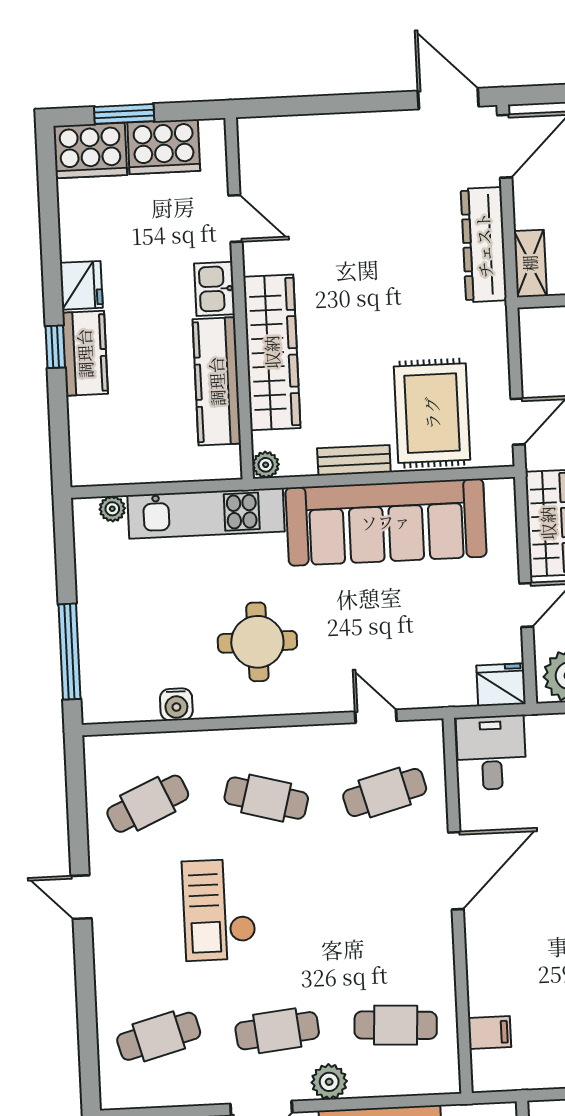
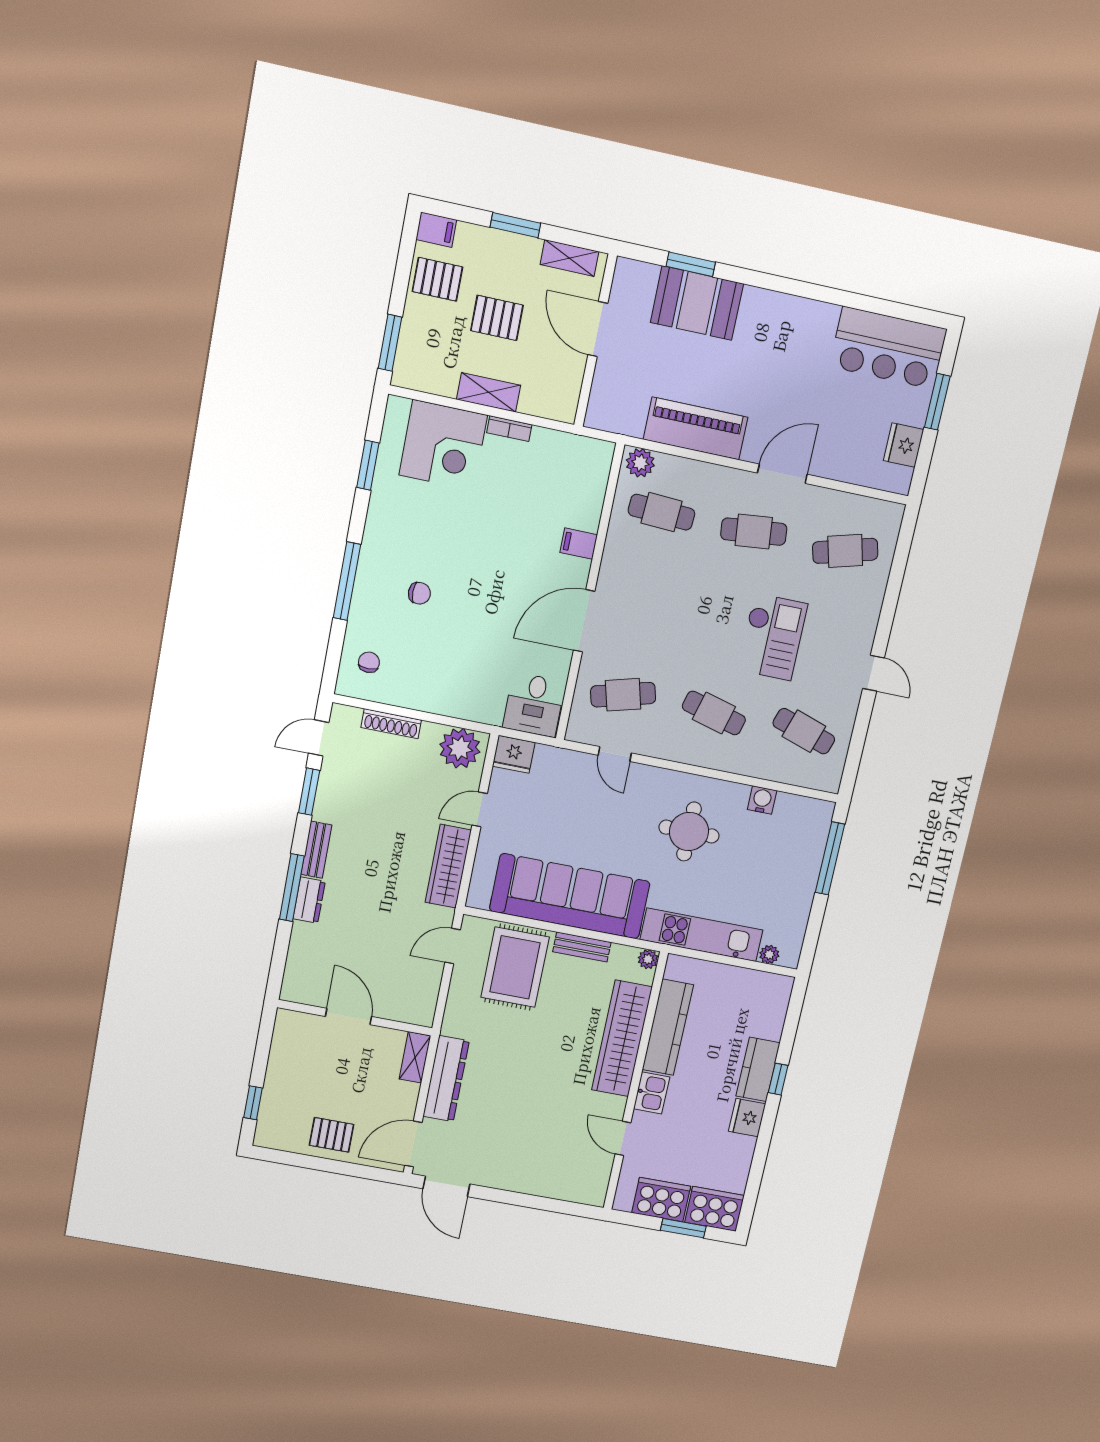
cafe table: (148, 804) -> (804, 731), turned 42
filing cabinet: (490, 1032) -> (579, 544), moved
plant: (329, 1082) -> (640, 463), moved

